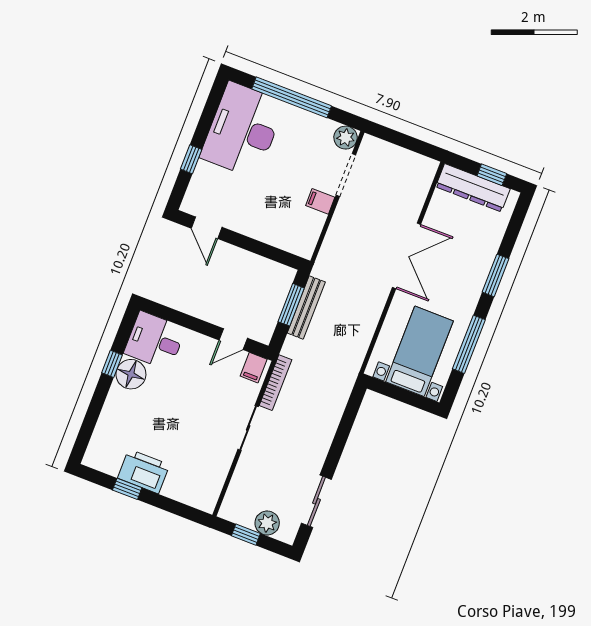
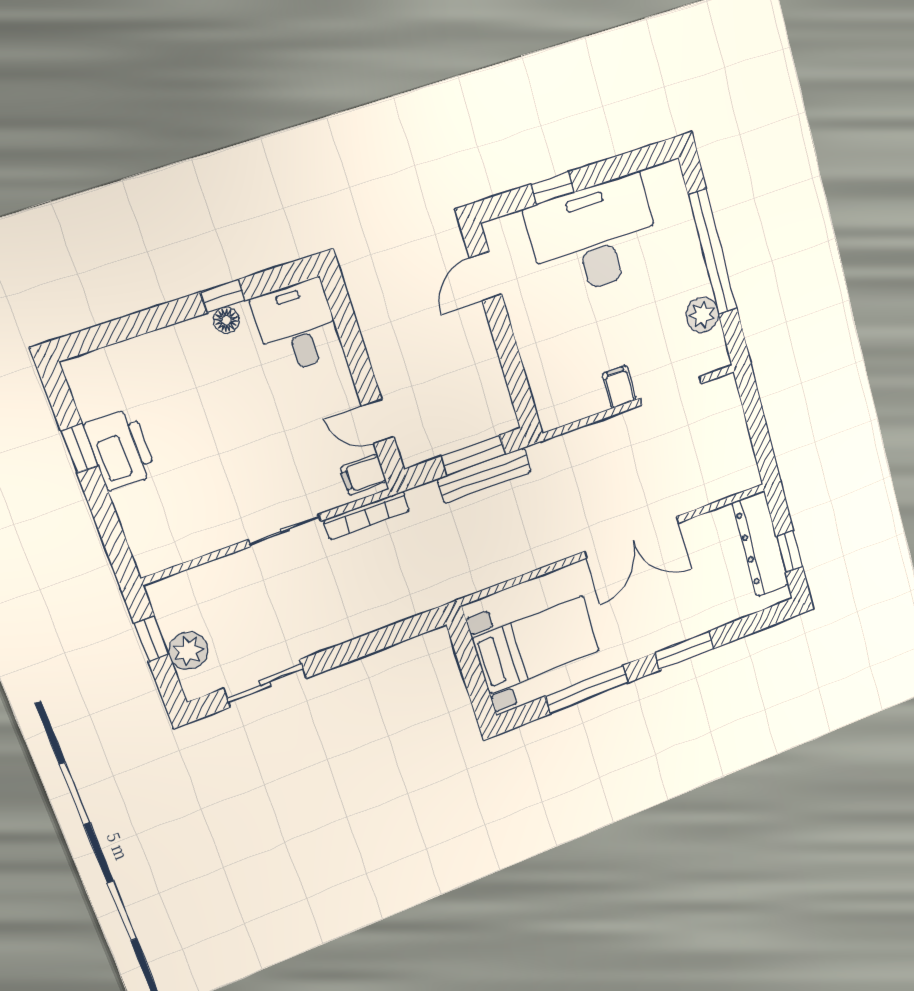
desk: (243, 130) -> (594, 237), moved
plant: (346, 138) -> (702, 315), moved
floor lamp: (131, 374) -> (226, 320), width x0.53, depth x0.53

